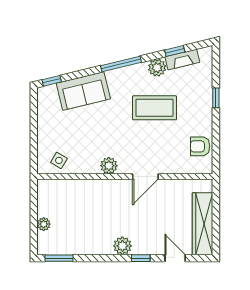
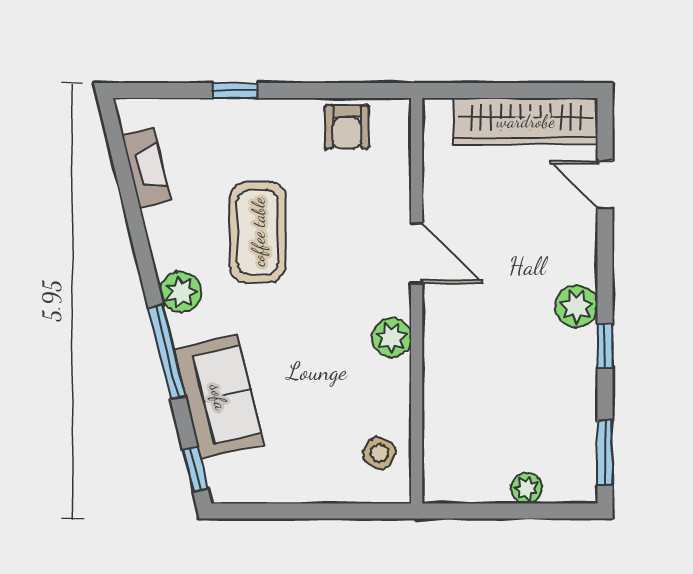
window: (175, 51) -> (126, 186), removed
window: (121, 64) -> (167, 352), moved
plant: (157, 68) -> (181, 292), moved
window: (141, 258) -> (605, 345), moved
door: (175, 258) -> (605, 185), hinge flipped

